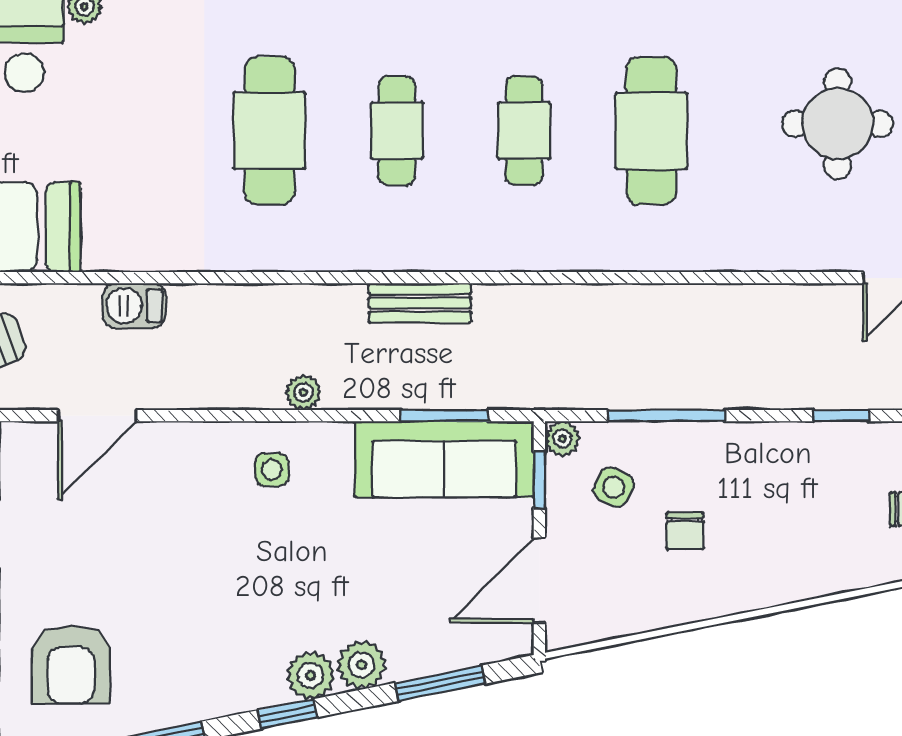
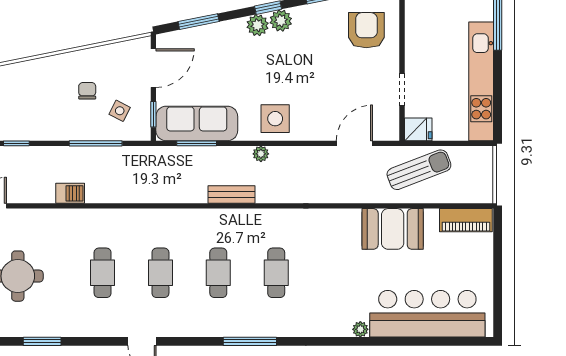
cafe table: (269, 131) -> (276, 273), width x0.73, depth x0.74
cafe table: (651, 131) -> (103, 273), width x0.73, depth x0.74
bench: (420, 303) -> (231, 195), moved
barbecue: (134, 306) -> (70, 193), moved
plant: (562, 438) -> (143, 133), removed
side table: (272, 470) -> (275, 119), width x1.87, depth x1.87
plant: (361, 665) -> (281, 21), moved

